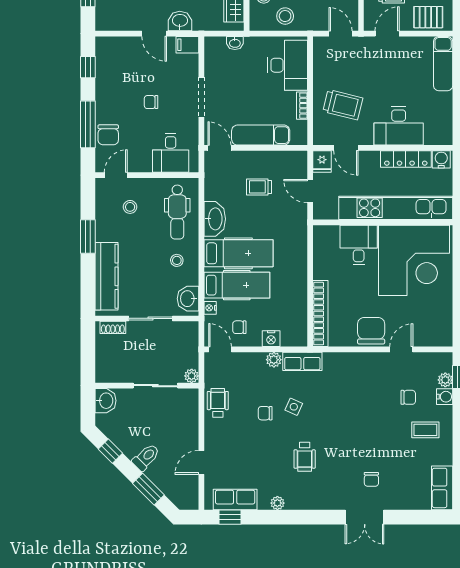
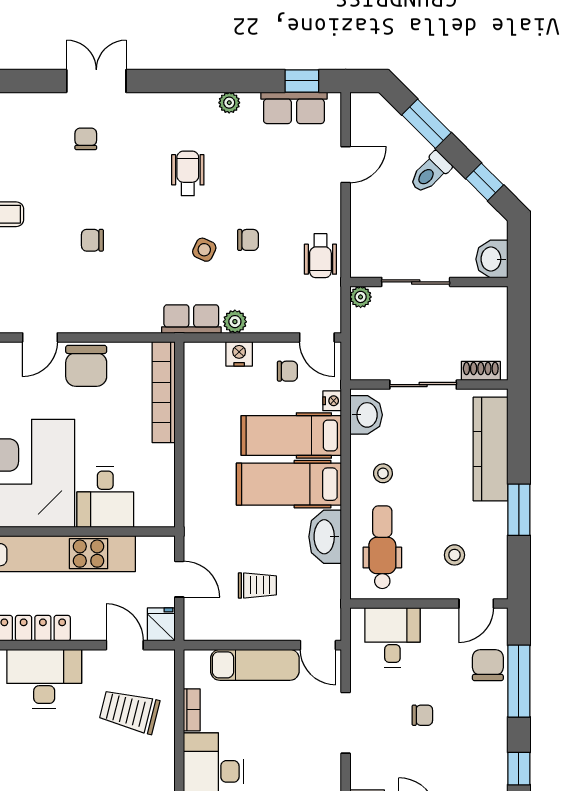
chair: (408, 397) -> (92, 240), moved

